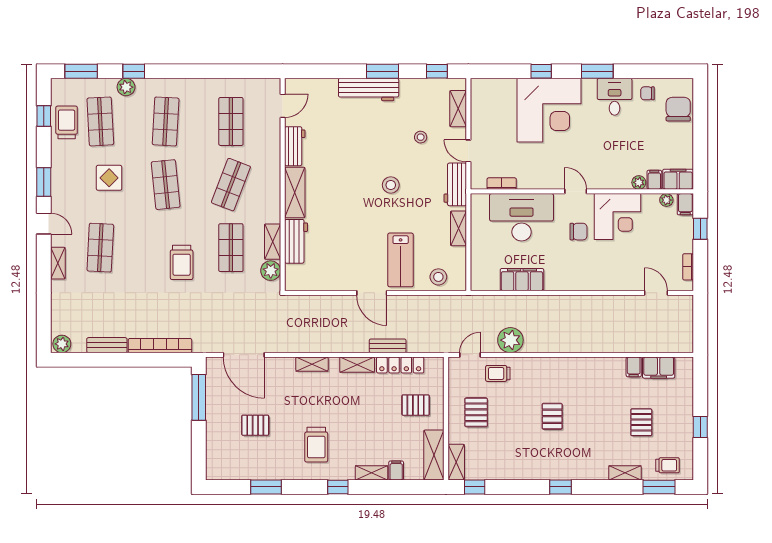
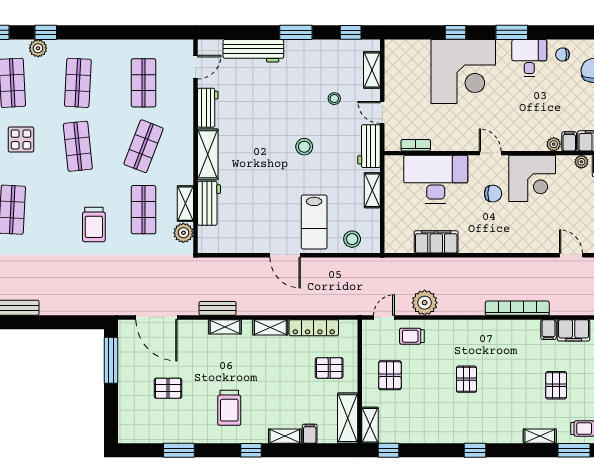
workbench: (369, 90) -> (253, 51), moved
bookcase: (160, 346) -> (517, 308), moved
bench: (388, 346) -> (218, 308), moved

